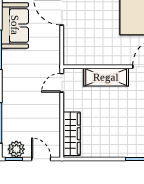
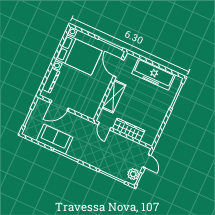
wardrobe: (72, 134) -> (129, 130), moved
door: (41, 159) -> (147, 161), swing flipped

